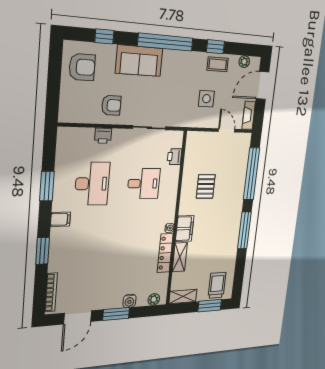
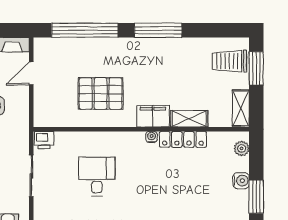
printer: (174, 157) -> (44, 140), moved
pallet: (206, 186) -> (101, 94), width x1.50, depth x1.42

